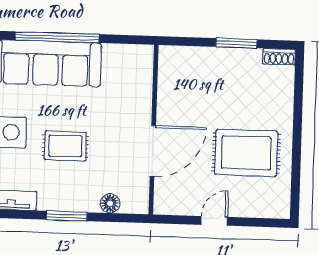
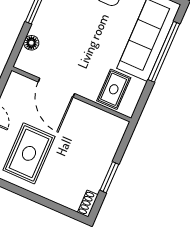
rug: (65, 146) -> (114, 89), moved

